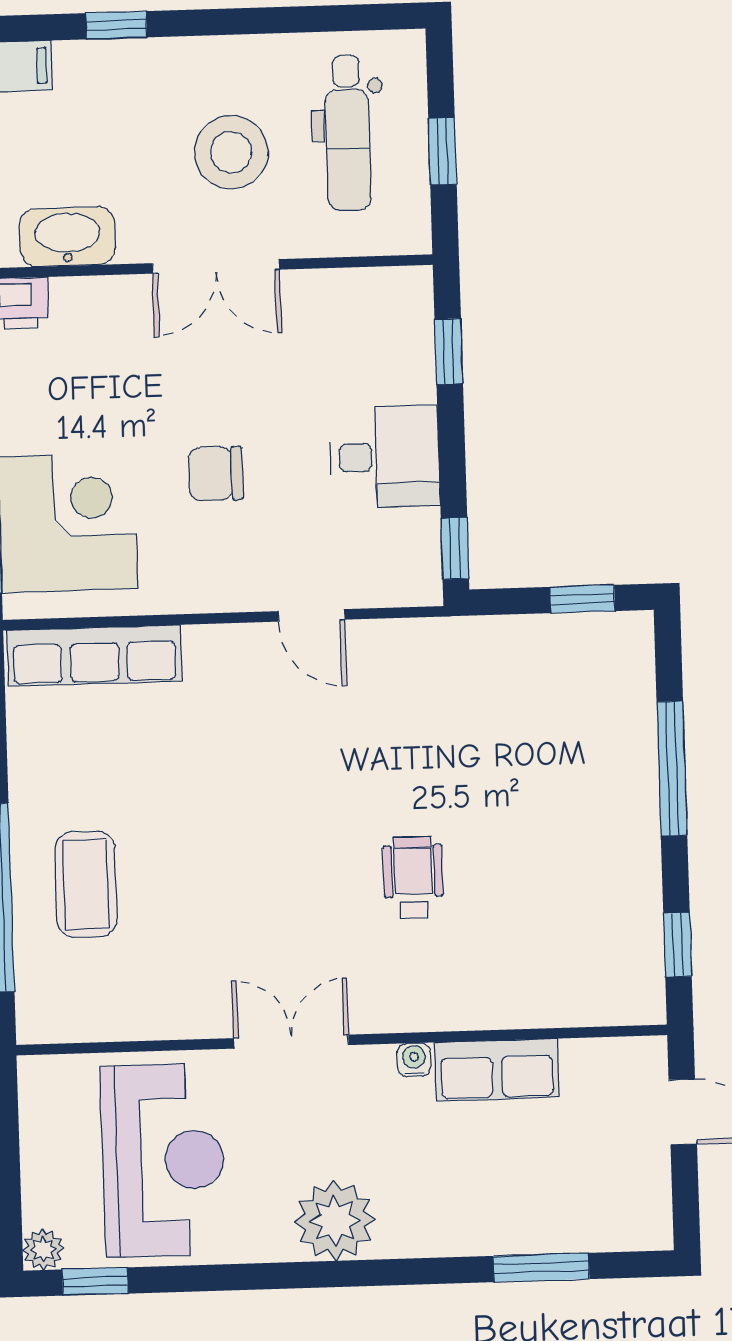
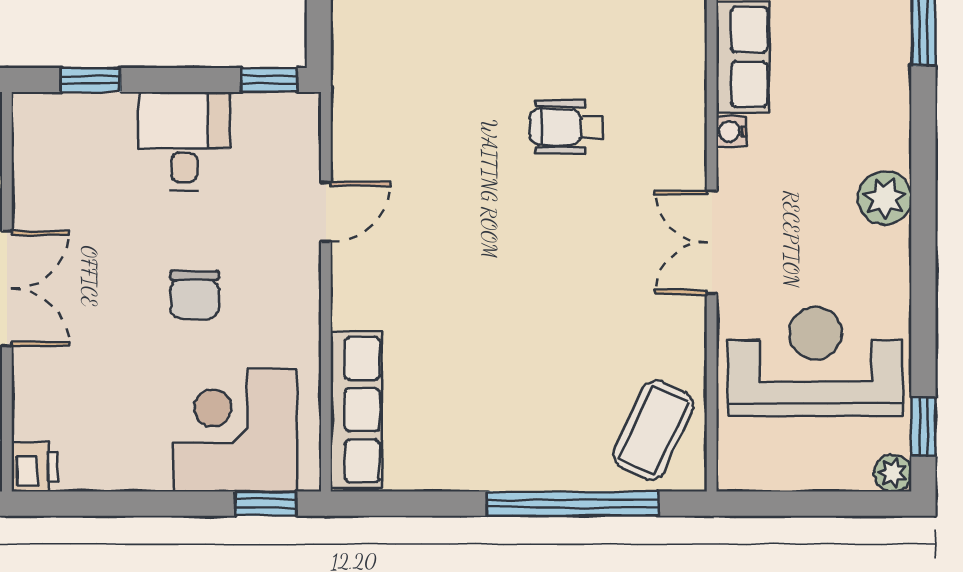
coffee table: (86, 884) -> (653, 430), moved, turned -65
plant: (335, 1221) -> (885, 198), width x0.73, depth x0.73

